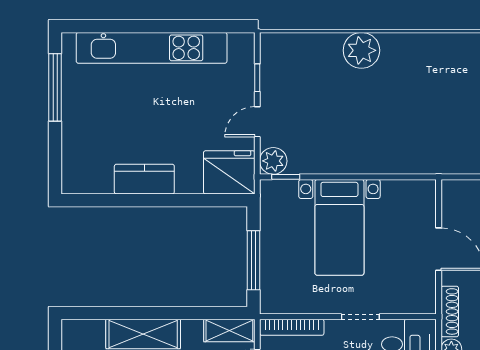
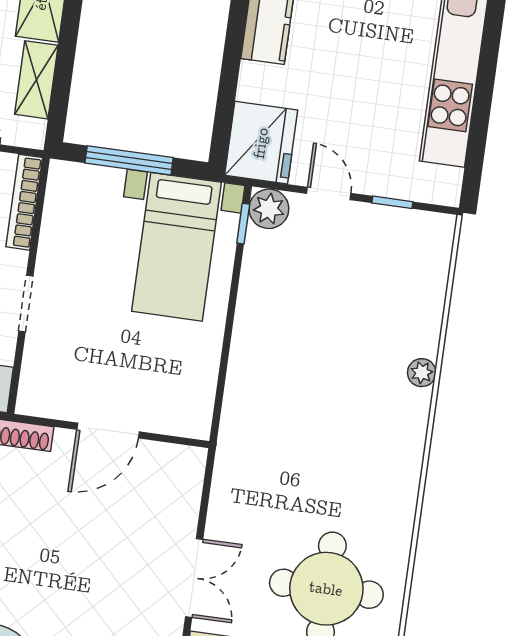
plant: (361, 50) -> (422, 373), width x0.53, depth x0.53
bed with nightstands: (339, 227) -> (176, 247), moved, turned -90
shelving: (229, 330) -> (36, 80), moved

